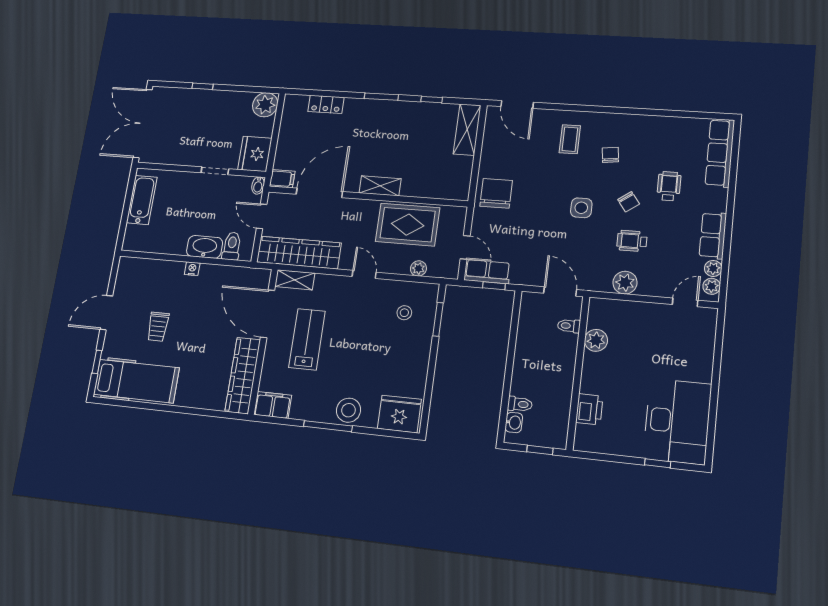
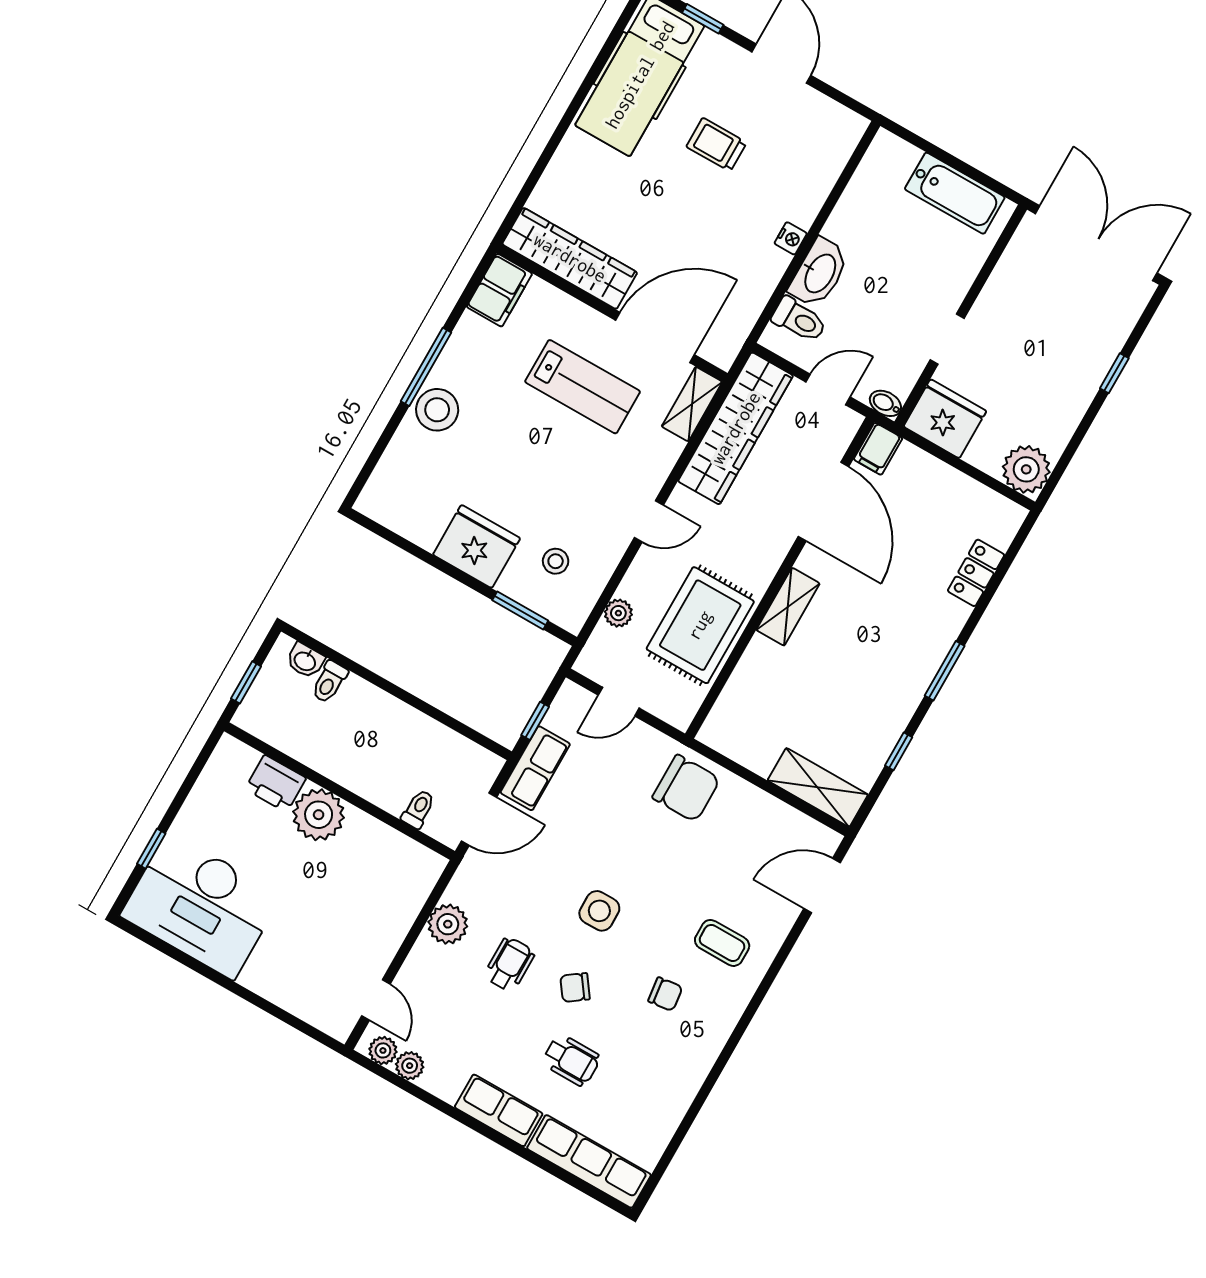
row of seats: (713, 235) -> (499, 1110), moved
row of seats: (487, 272) -> (535, 768), moved
plant: (596, 340) -> (319, 815), moved, width x1.36, depth x1.36
fridge: (399, 414) -> (477, 546), moved, turned -90

